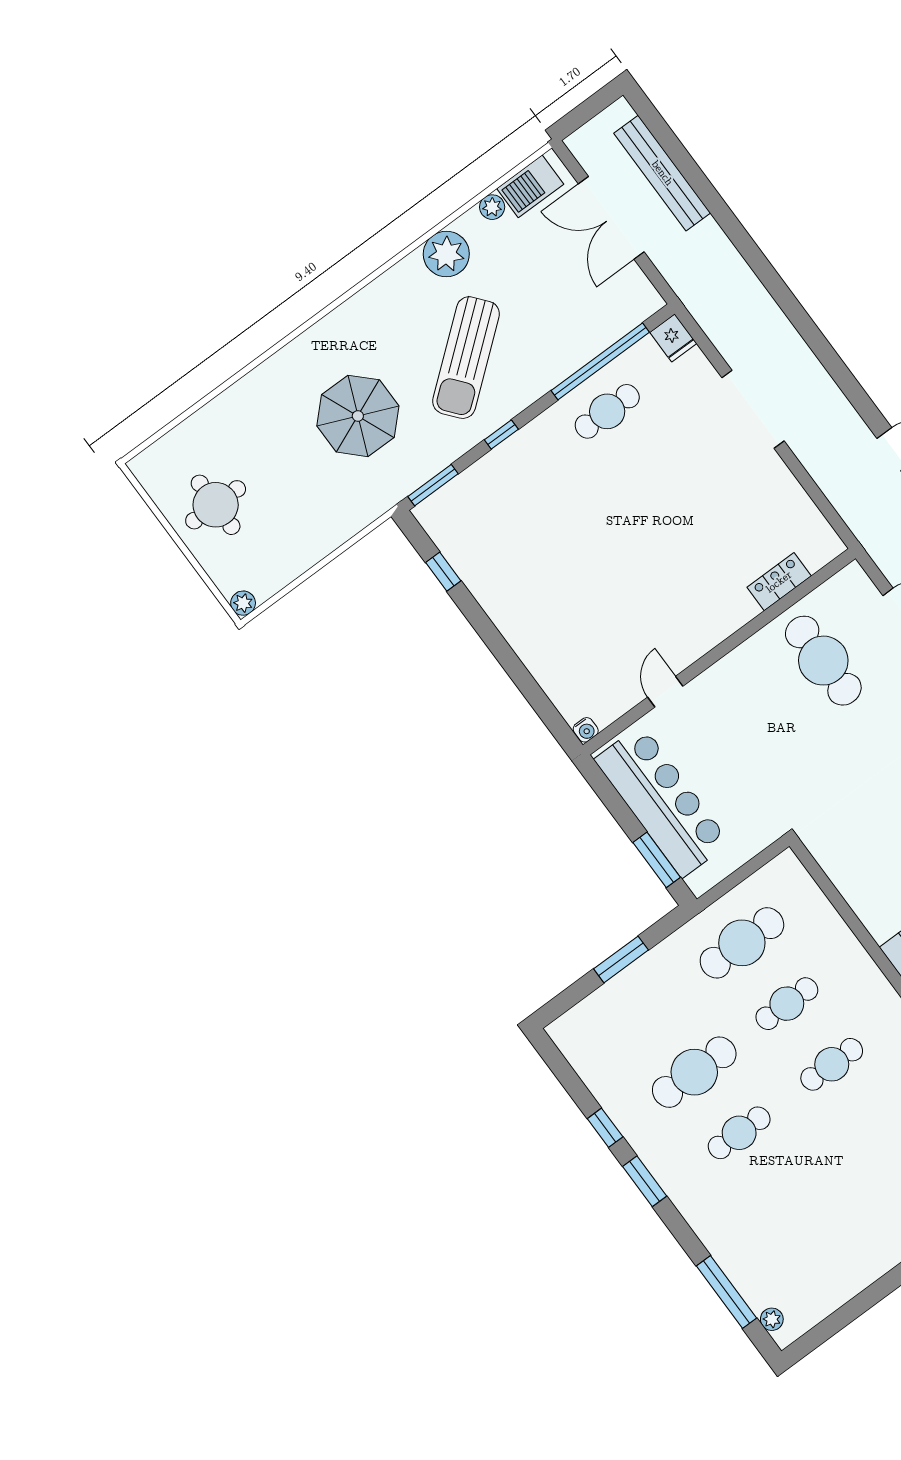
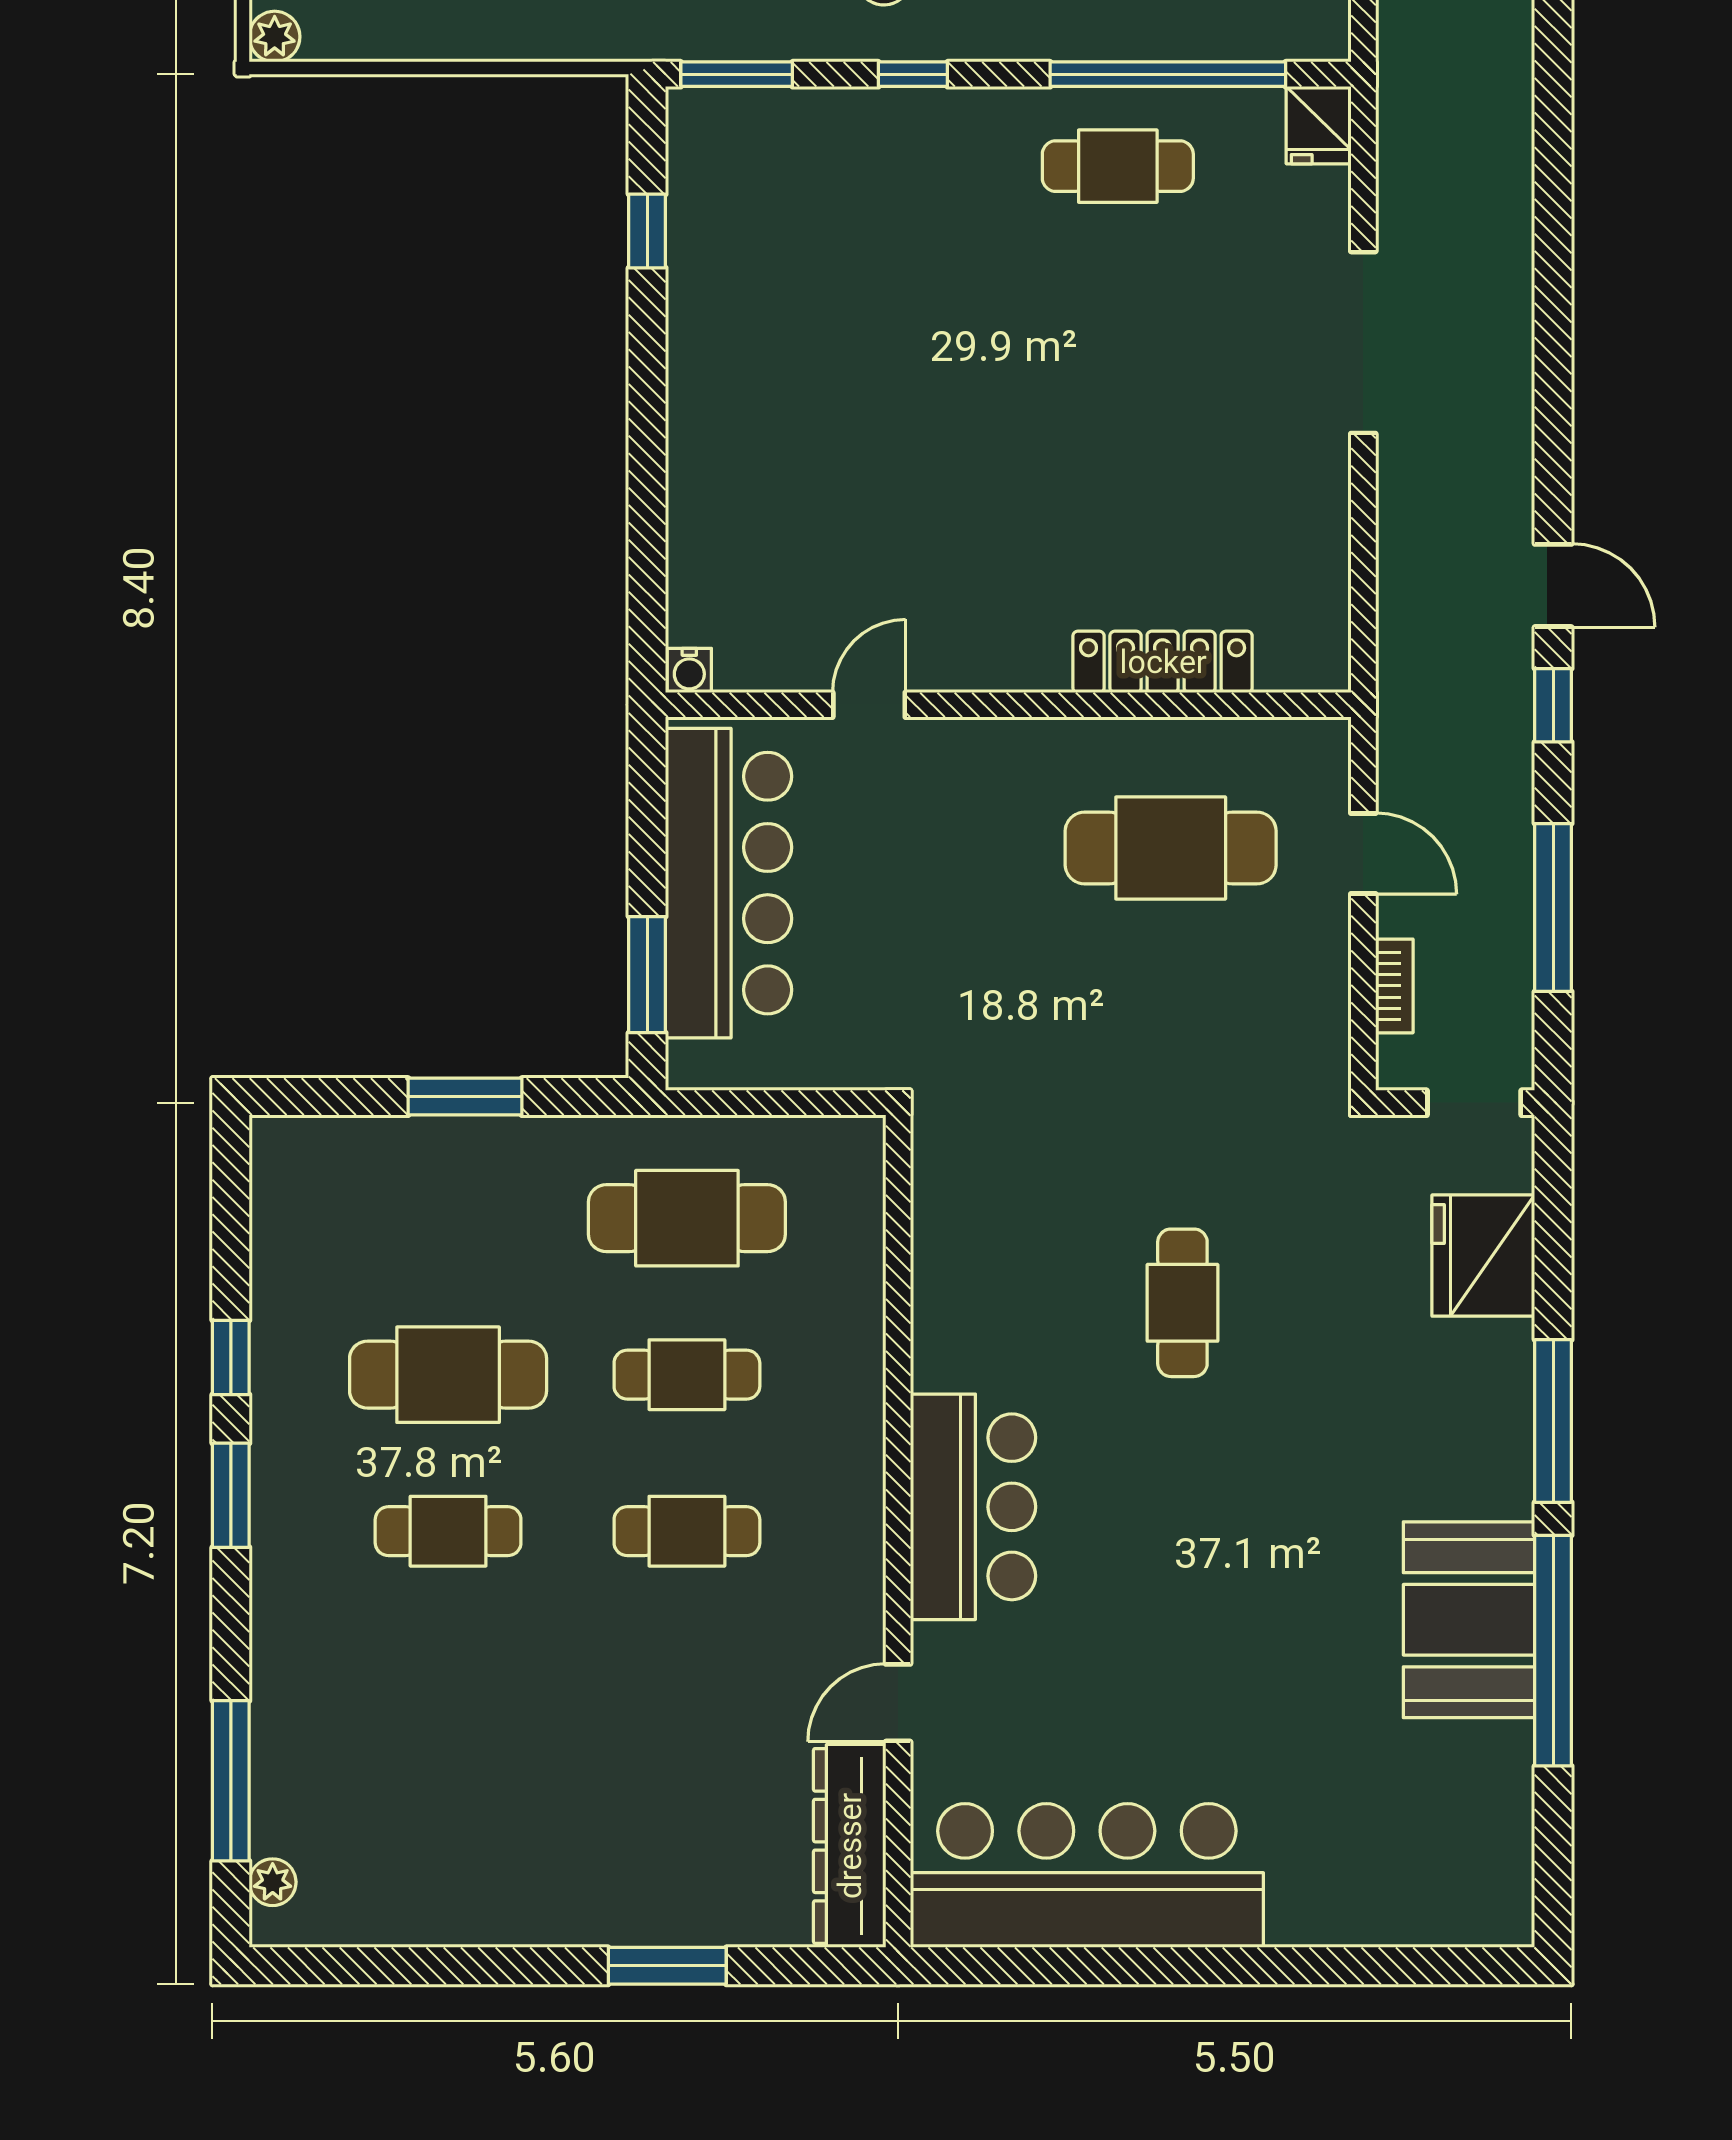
locker: (779, 582) -> (1163, 662), width x1.53
cafe table: (823, 661) -> (1171, 848), turned 90

